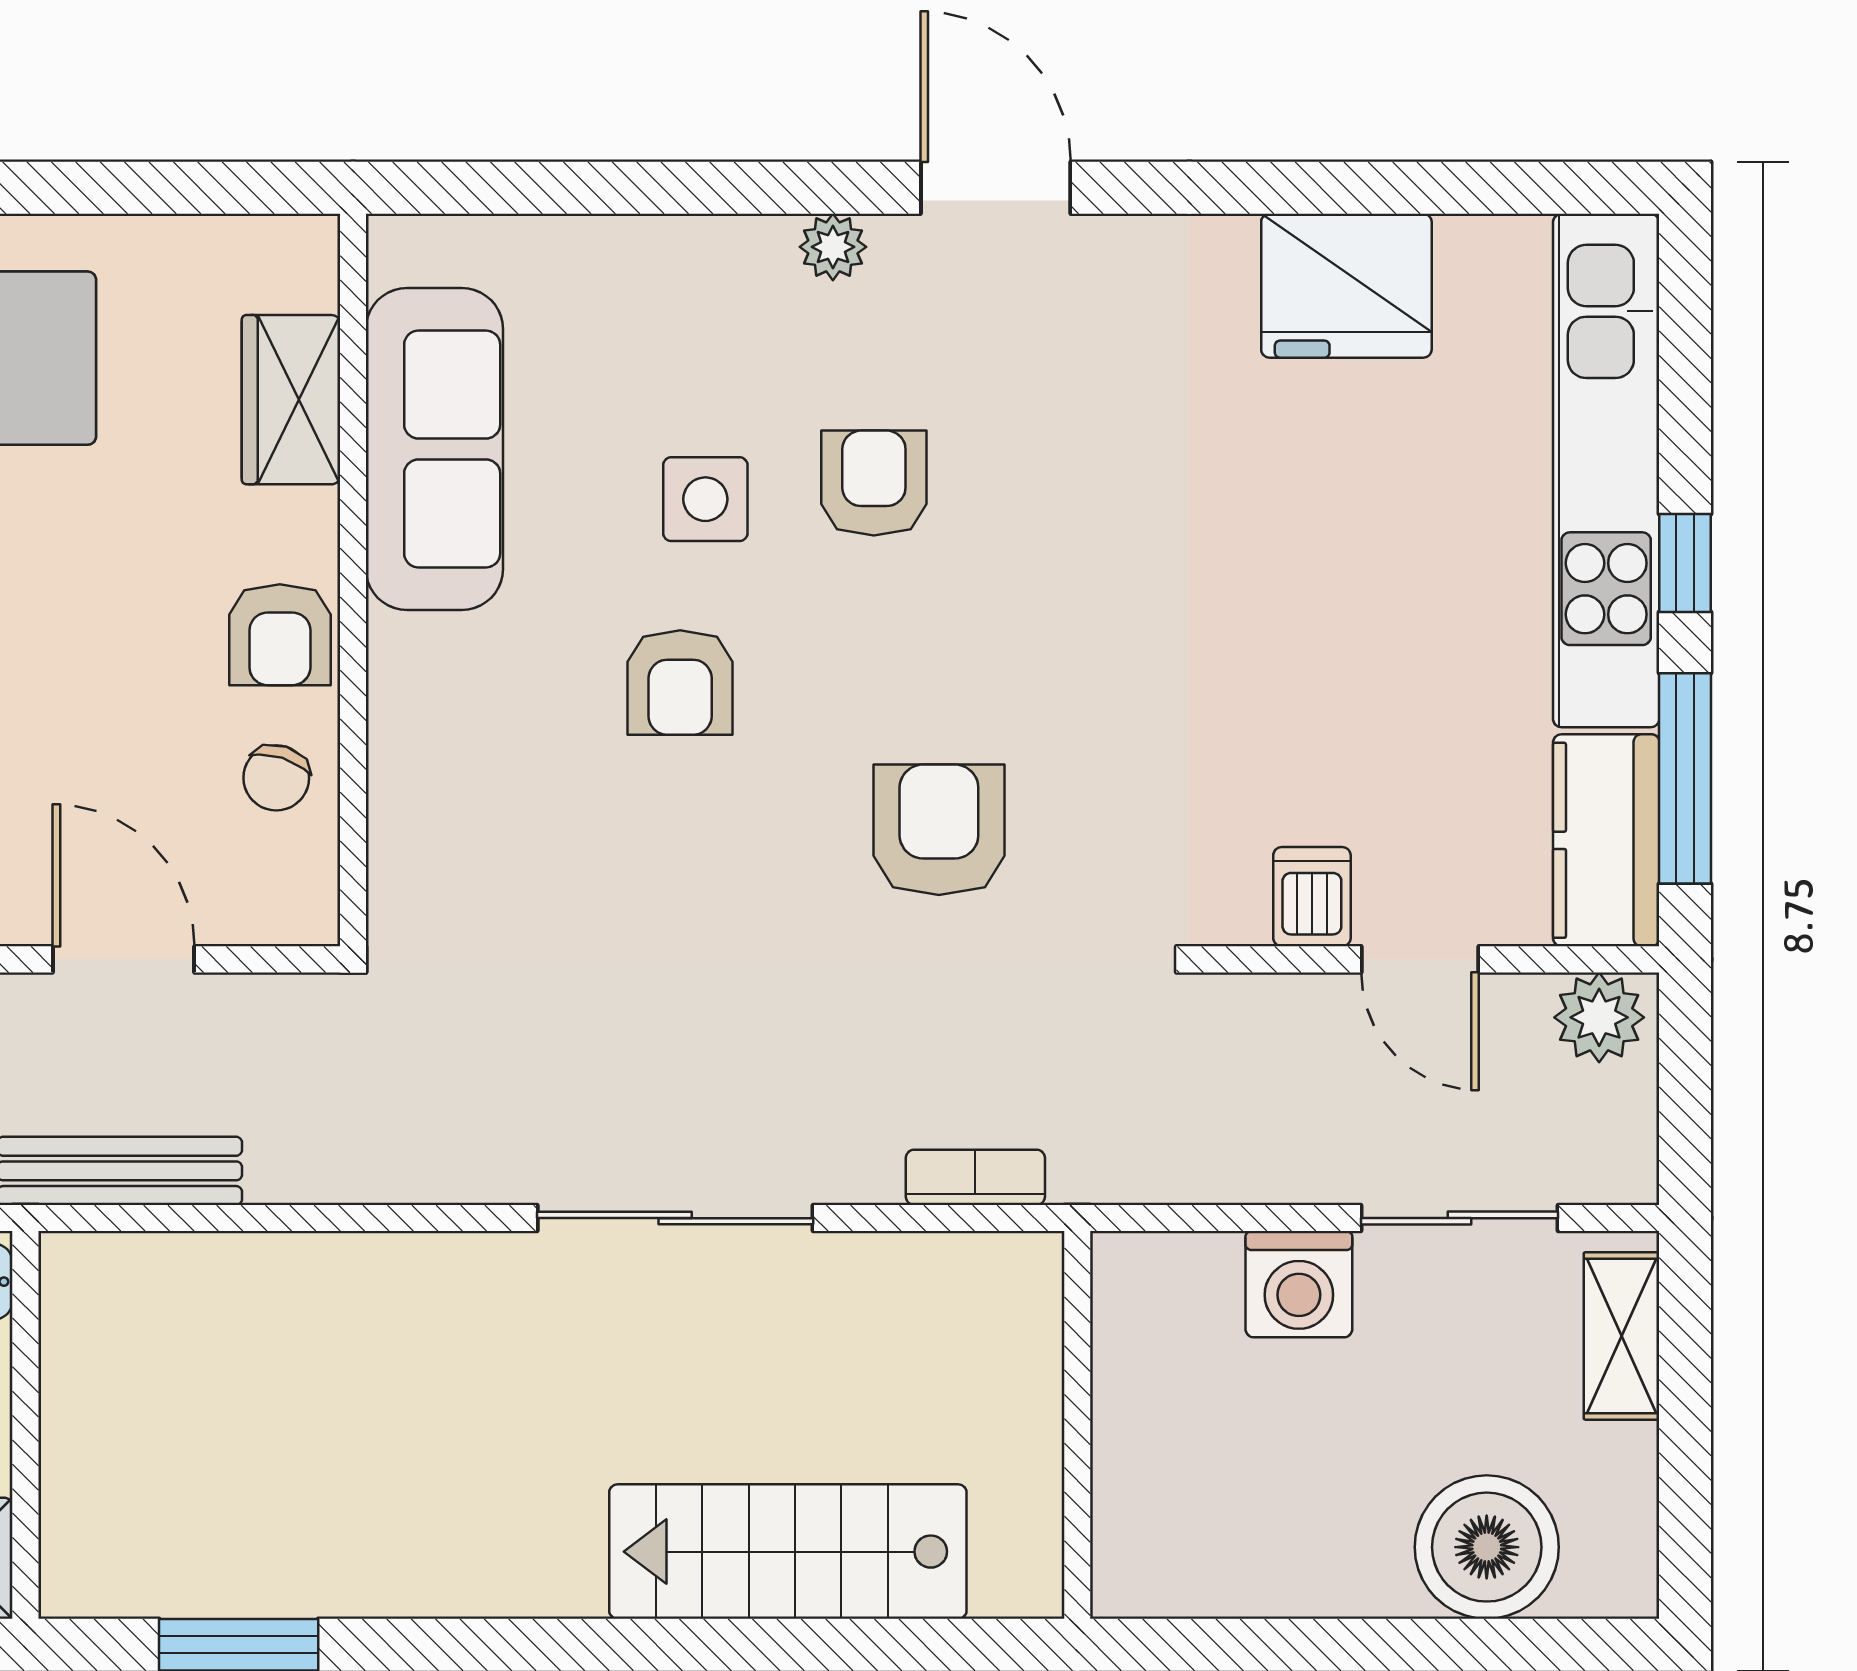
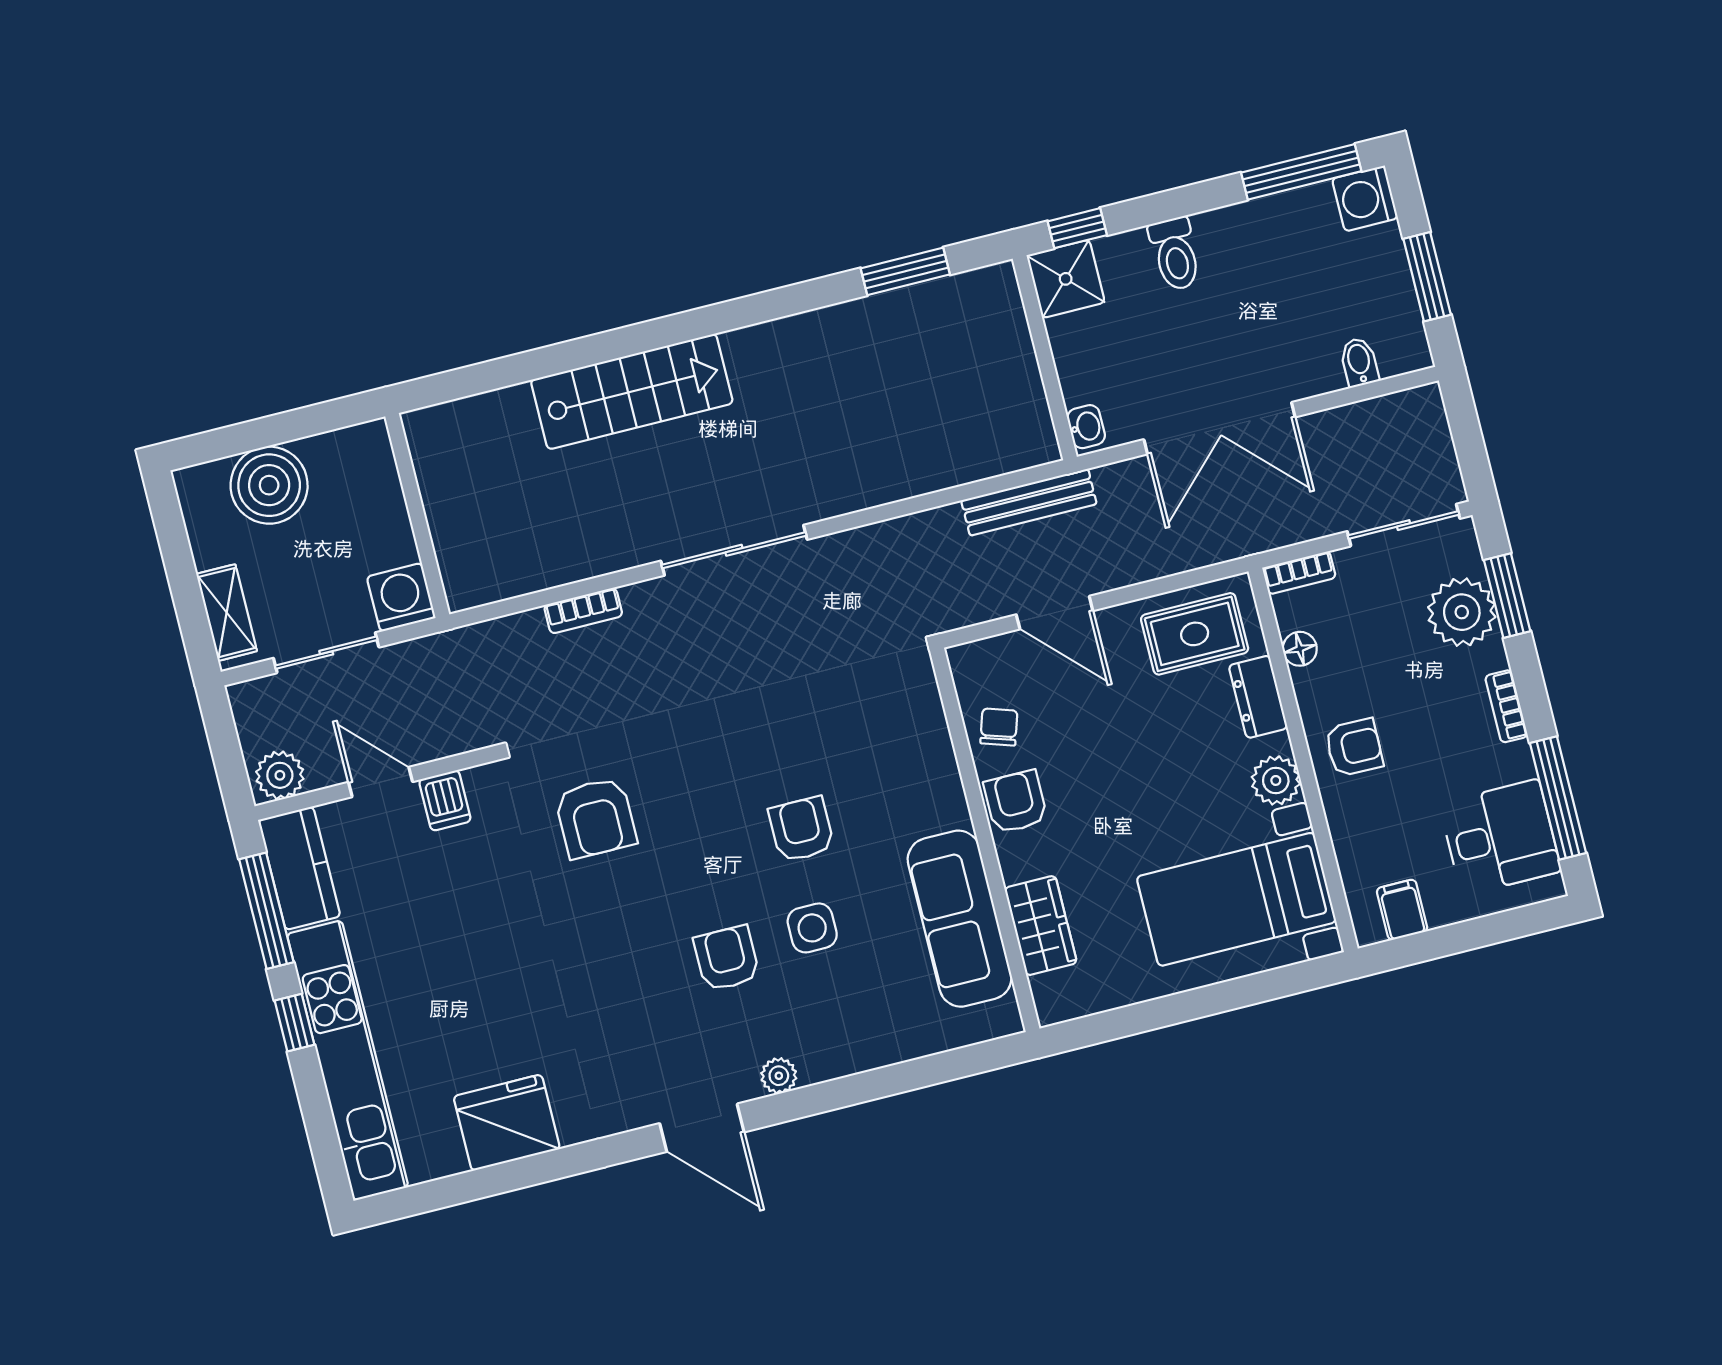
armchair: (874, 483) -> (727, 958), turned 180
armchair: (939, 830) -> (596, 818), moved
wall: (1077, 1425) -> (417, 515), moved

